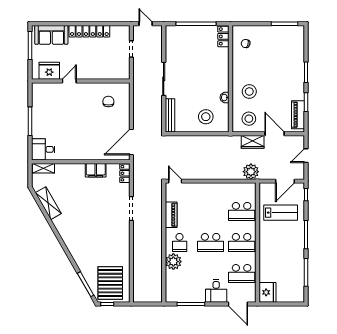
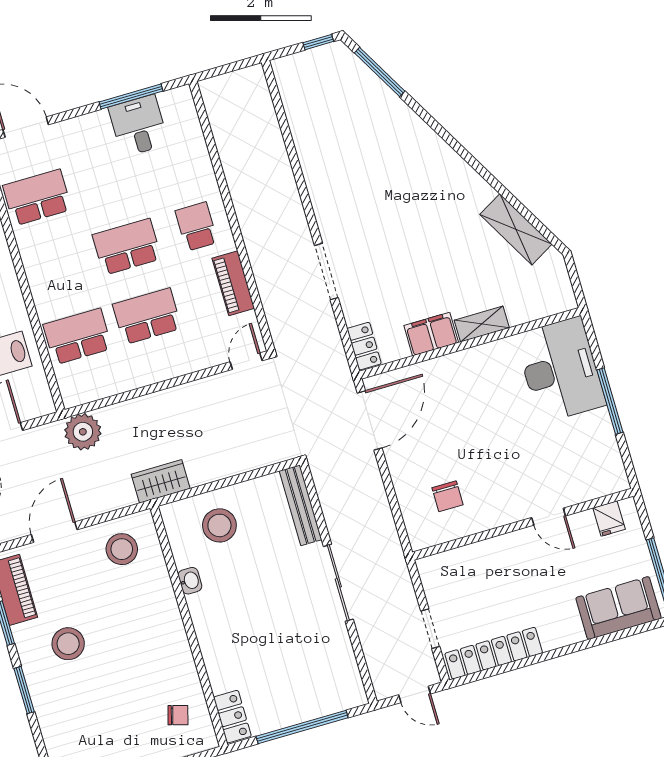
locker: (89, 31) -> (494, 653), moved
fridge: (49, 71) -> (609, 519), width x0.53, depth x0.75
door: (69, 81) -> (549, 517), hinge flipped
stool: (249, 91) -> (68, 644), moved
door: (275, 134) -> (54, 532), swing flipped
wardrobe: (253, 142) -> (161, 481), moved
desk: (43, 149) -> (560, 370), width x1.87, depth x1.30
shelving: (43, 168) -> (482, 324), moved
door: (175, 181) -> (246, 361), swing flipped
school desk: (242, 243) -> (147, 316), moved
plant: (173, 262) -> (198, 180), removed
pallet: (110, 283) -> (325, 91), removed
desk: (216, 291) -> (138, 126), moved

